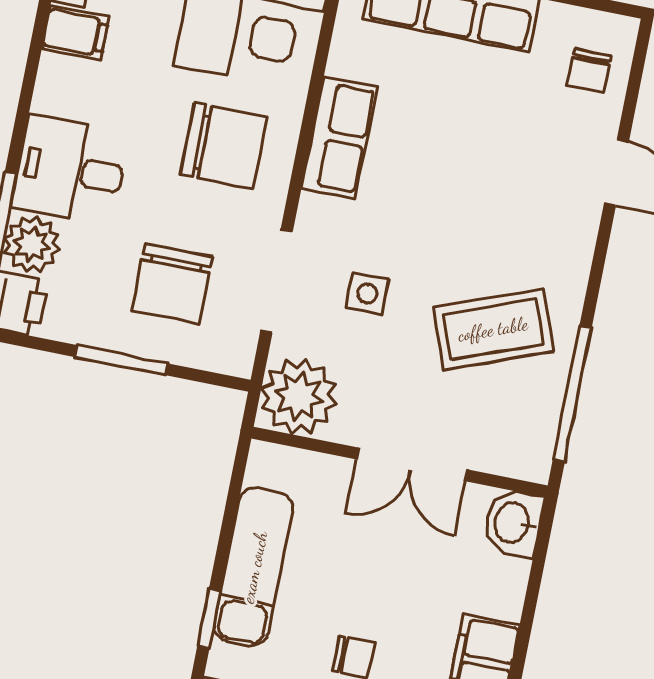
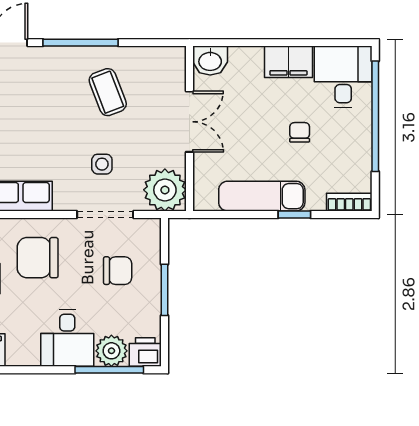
chair: (224, 146) -> (38, 258), turned -90
chair: (172, 284) -> (118, 271), width x0.73, depth x0.73
coffee table: (493, 329) -> (108, 92), width x0.73, depth x0.77
window: (572, 393) -> (81, 43), moved

